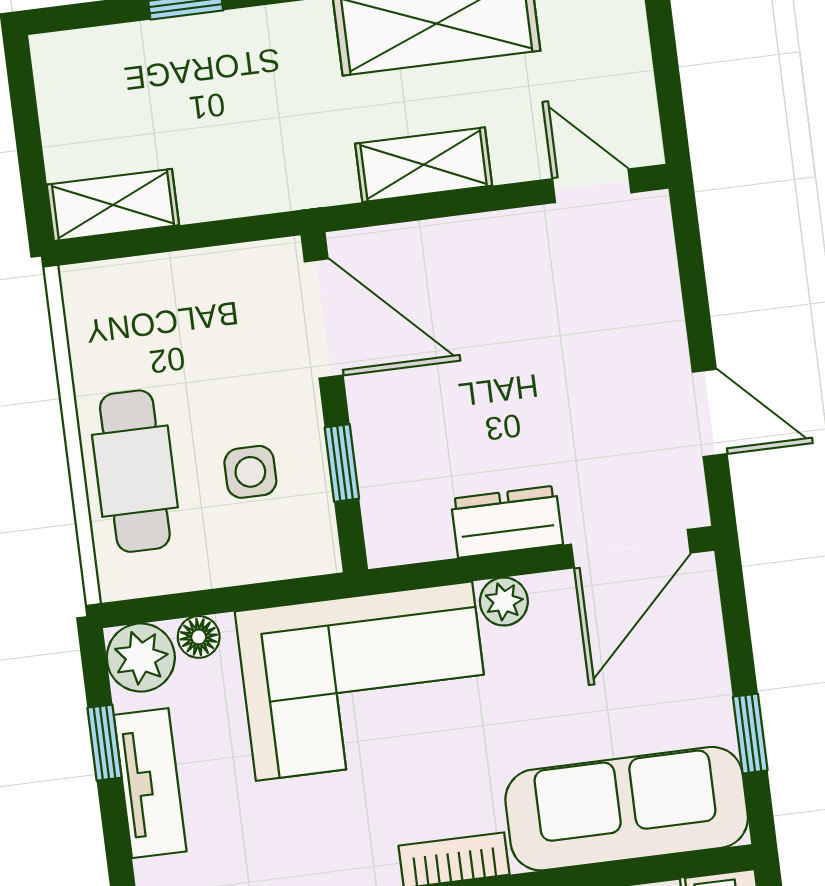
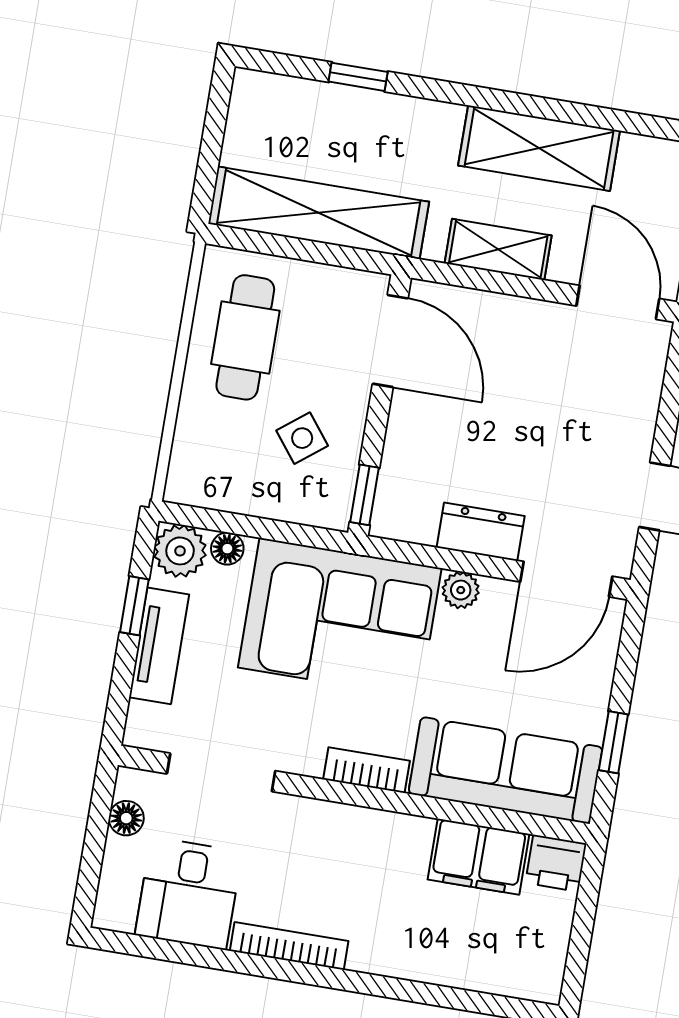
door: (592, 186) -> (618, 302), width x1.38
shelving: (113, 205) -> (319, 213), width x2.20, depth x1.33
window: (342, 463) -> (365, 495), moved
cafe table: (135, 471) -> (245, 337), moved
side table: (250, 472) -> (302, 438), turned -38

